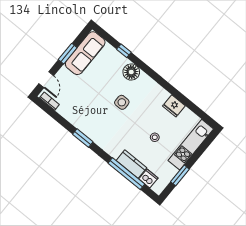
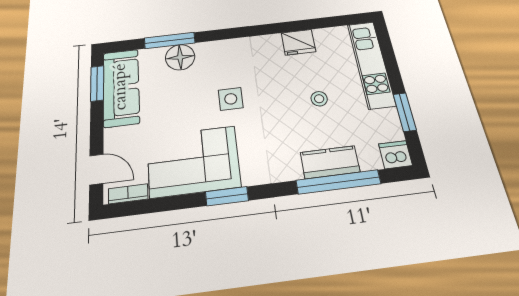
window: (124, 51) -> (170, 41), width x2.17
window: (68, 54) -> (97, 83), moved
floor lamp: (131, 72) -> (180, 57), moved
corner sofa: (84, 113) -> (193, 161), added
dishwasher: (148, 178) -> (396, 155), moved

